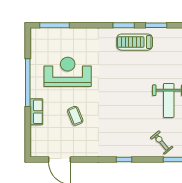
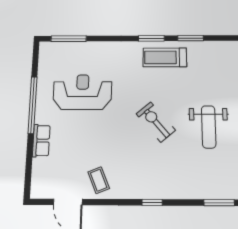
coffee table: (75, 116) -> (99, 180), moved
exercise bike: (162, 142) -> (156, 122), moved, width x1.38, depth x1.39

